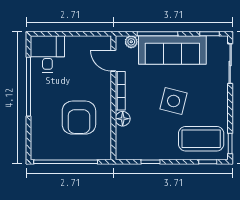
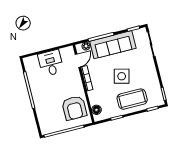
desk: (47, 54) -> (51, 63), moved
door: (113, 61) -> (78, 61), swing flipped
armchair: (79, 118) -> (74, 108), moved
floor lamp: (123, 119) -> (96, 110), moved
coffee table: (201, 139) -> (132, 99), moved

